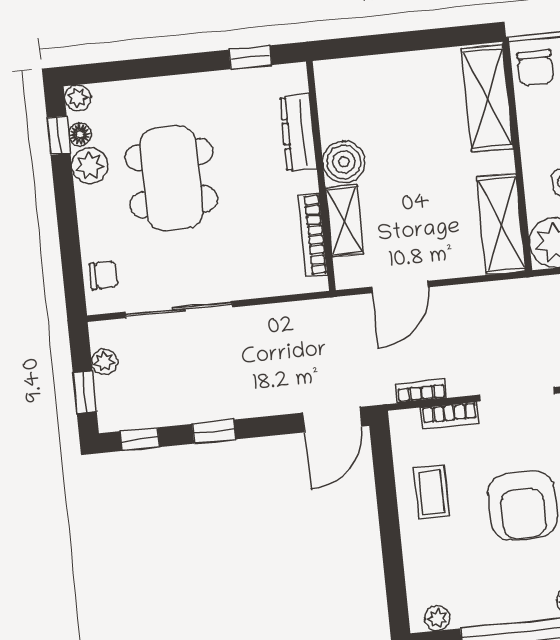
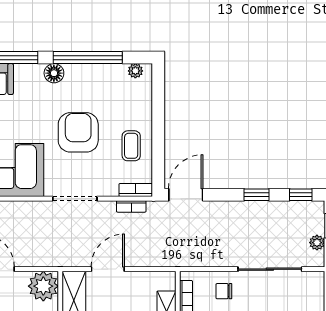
chair: (104, 275) -> (224, 291), moved
door: (400, 287) -> (108, 269), moved
bookcase: (450, 416) -> (136, 190), moved

